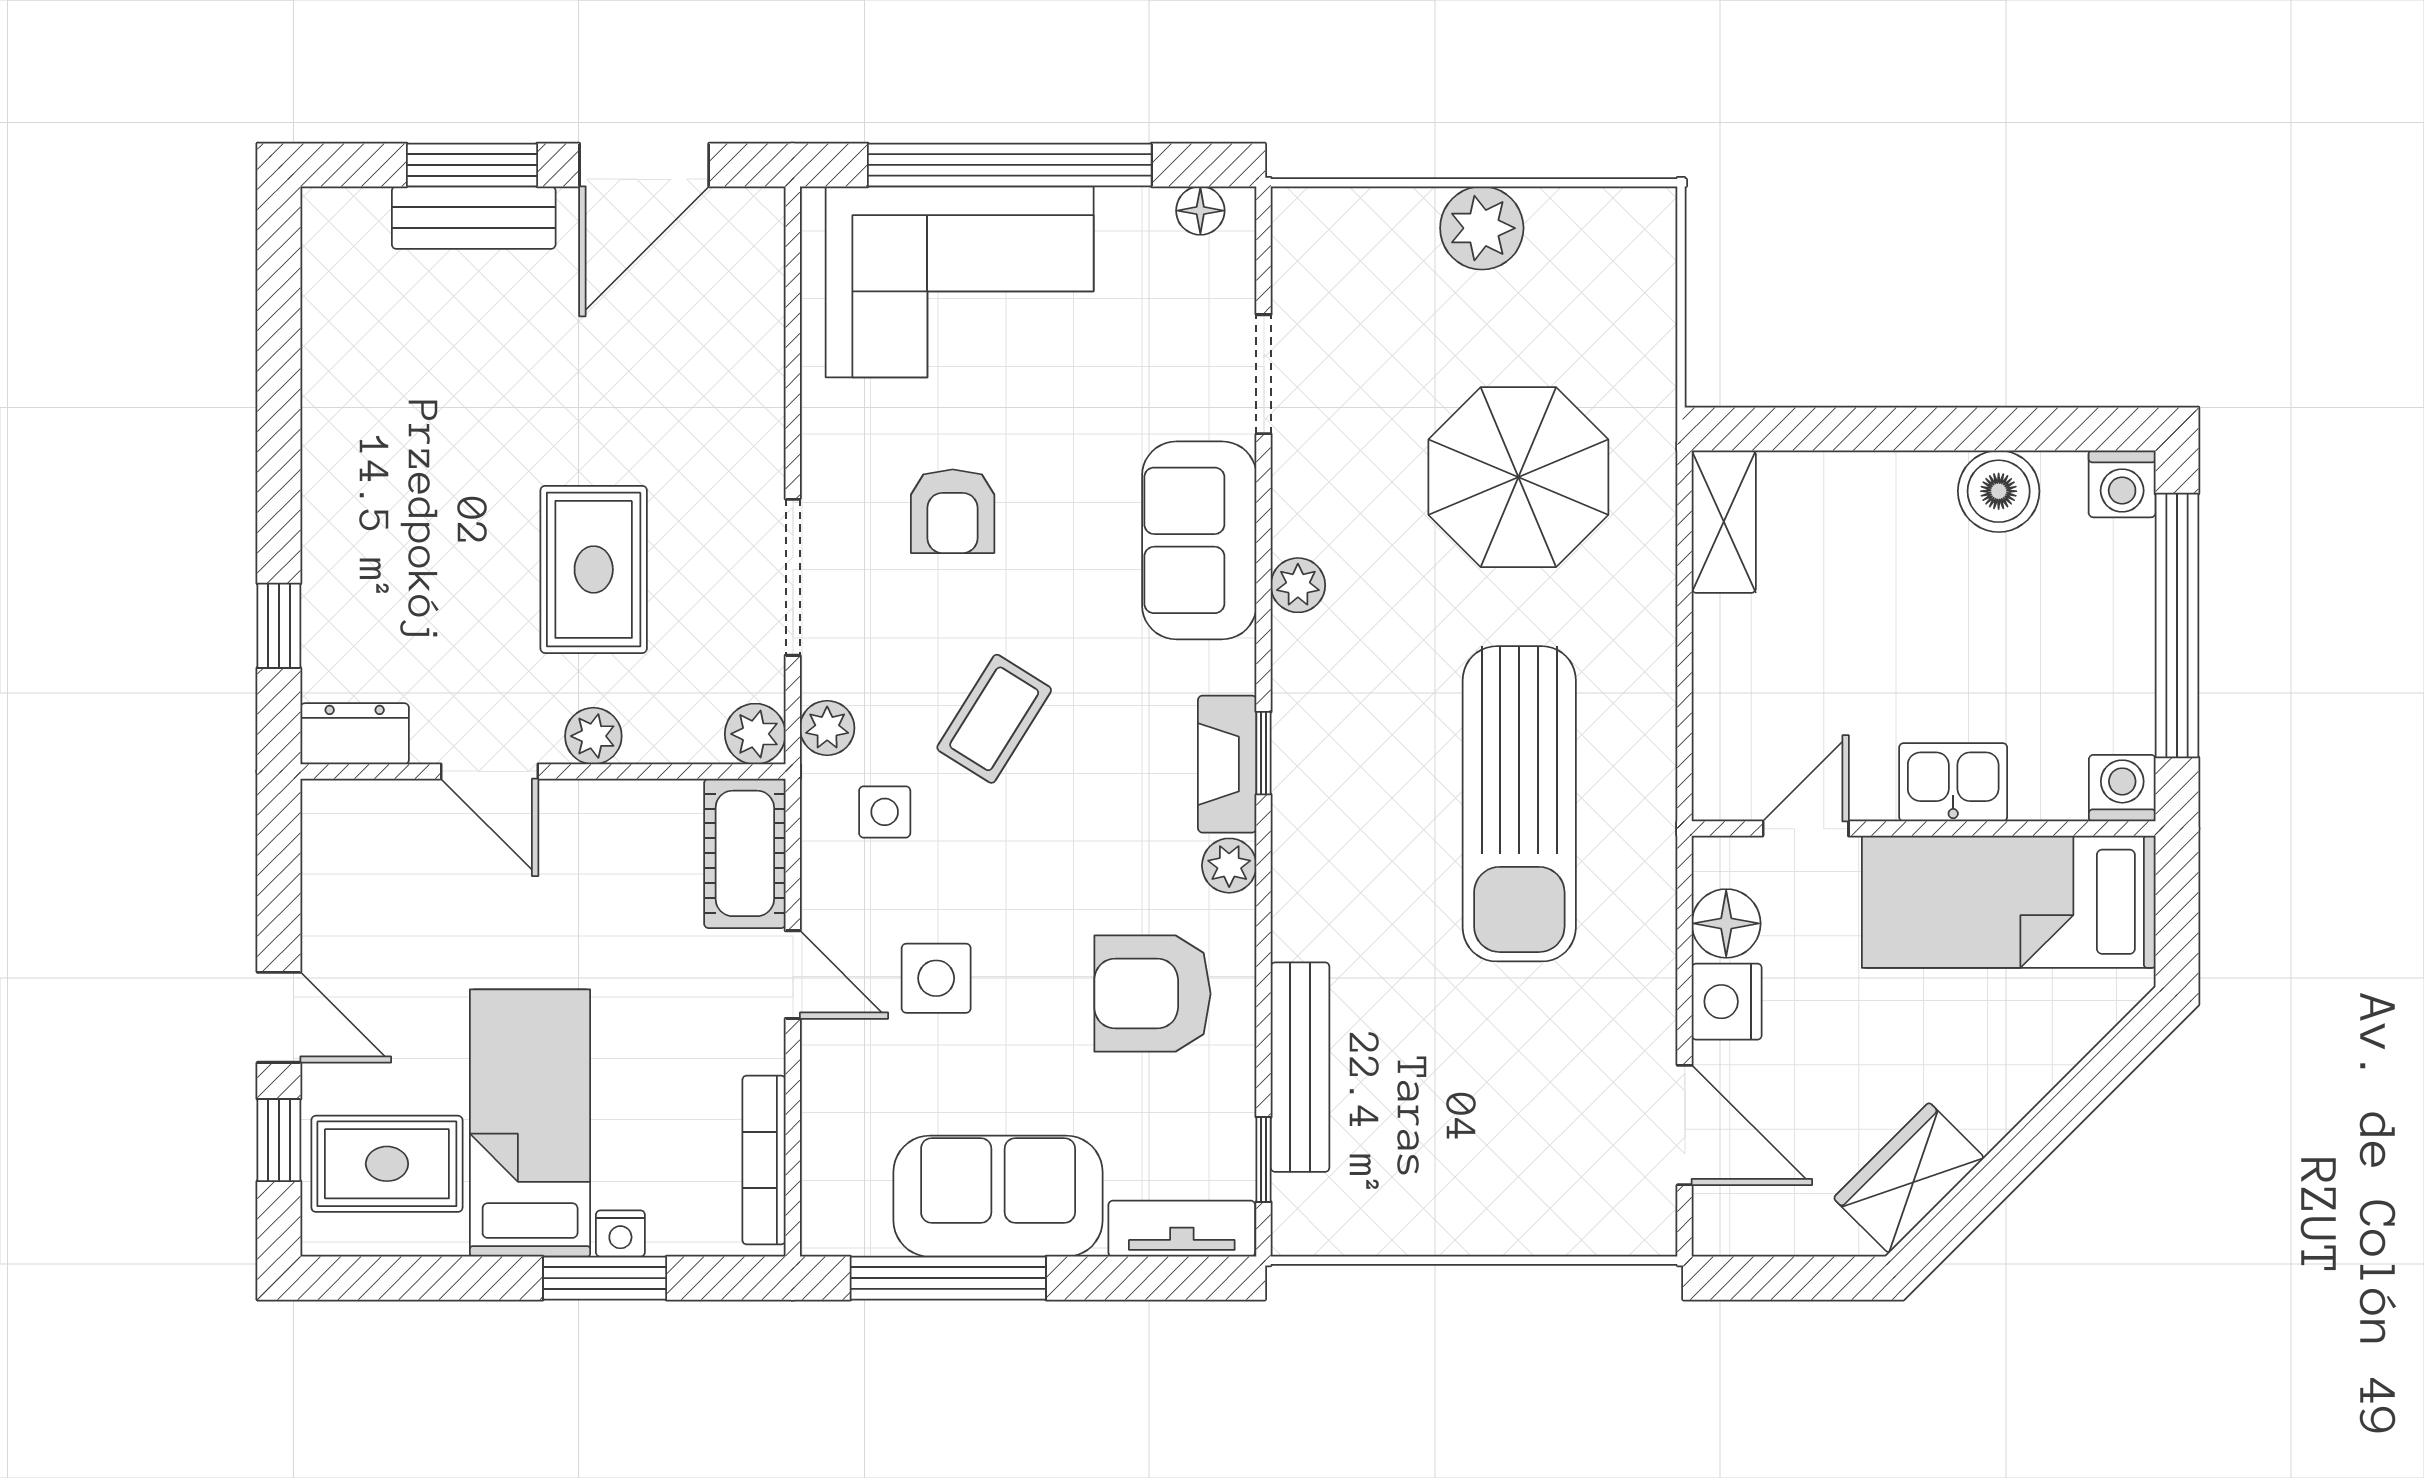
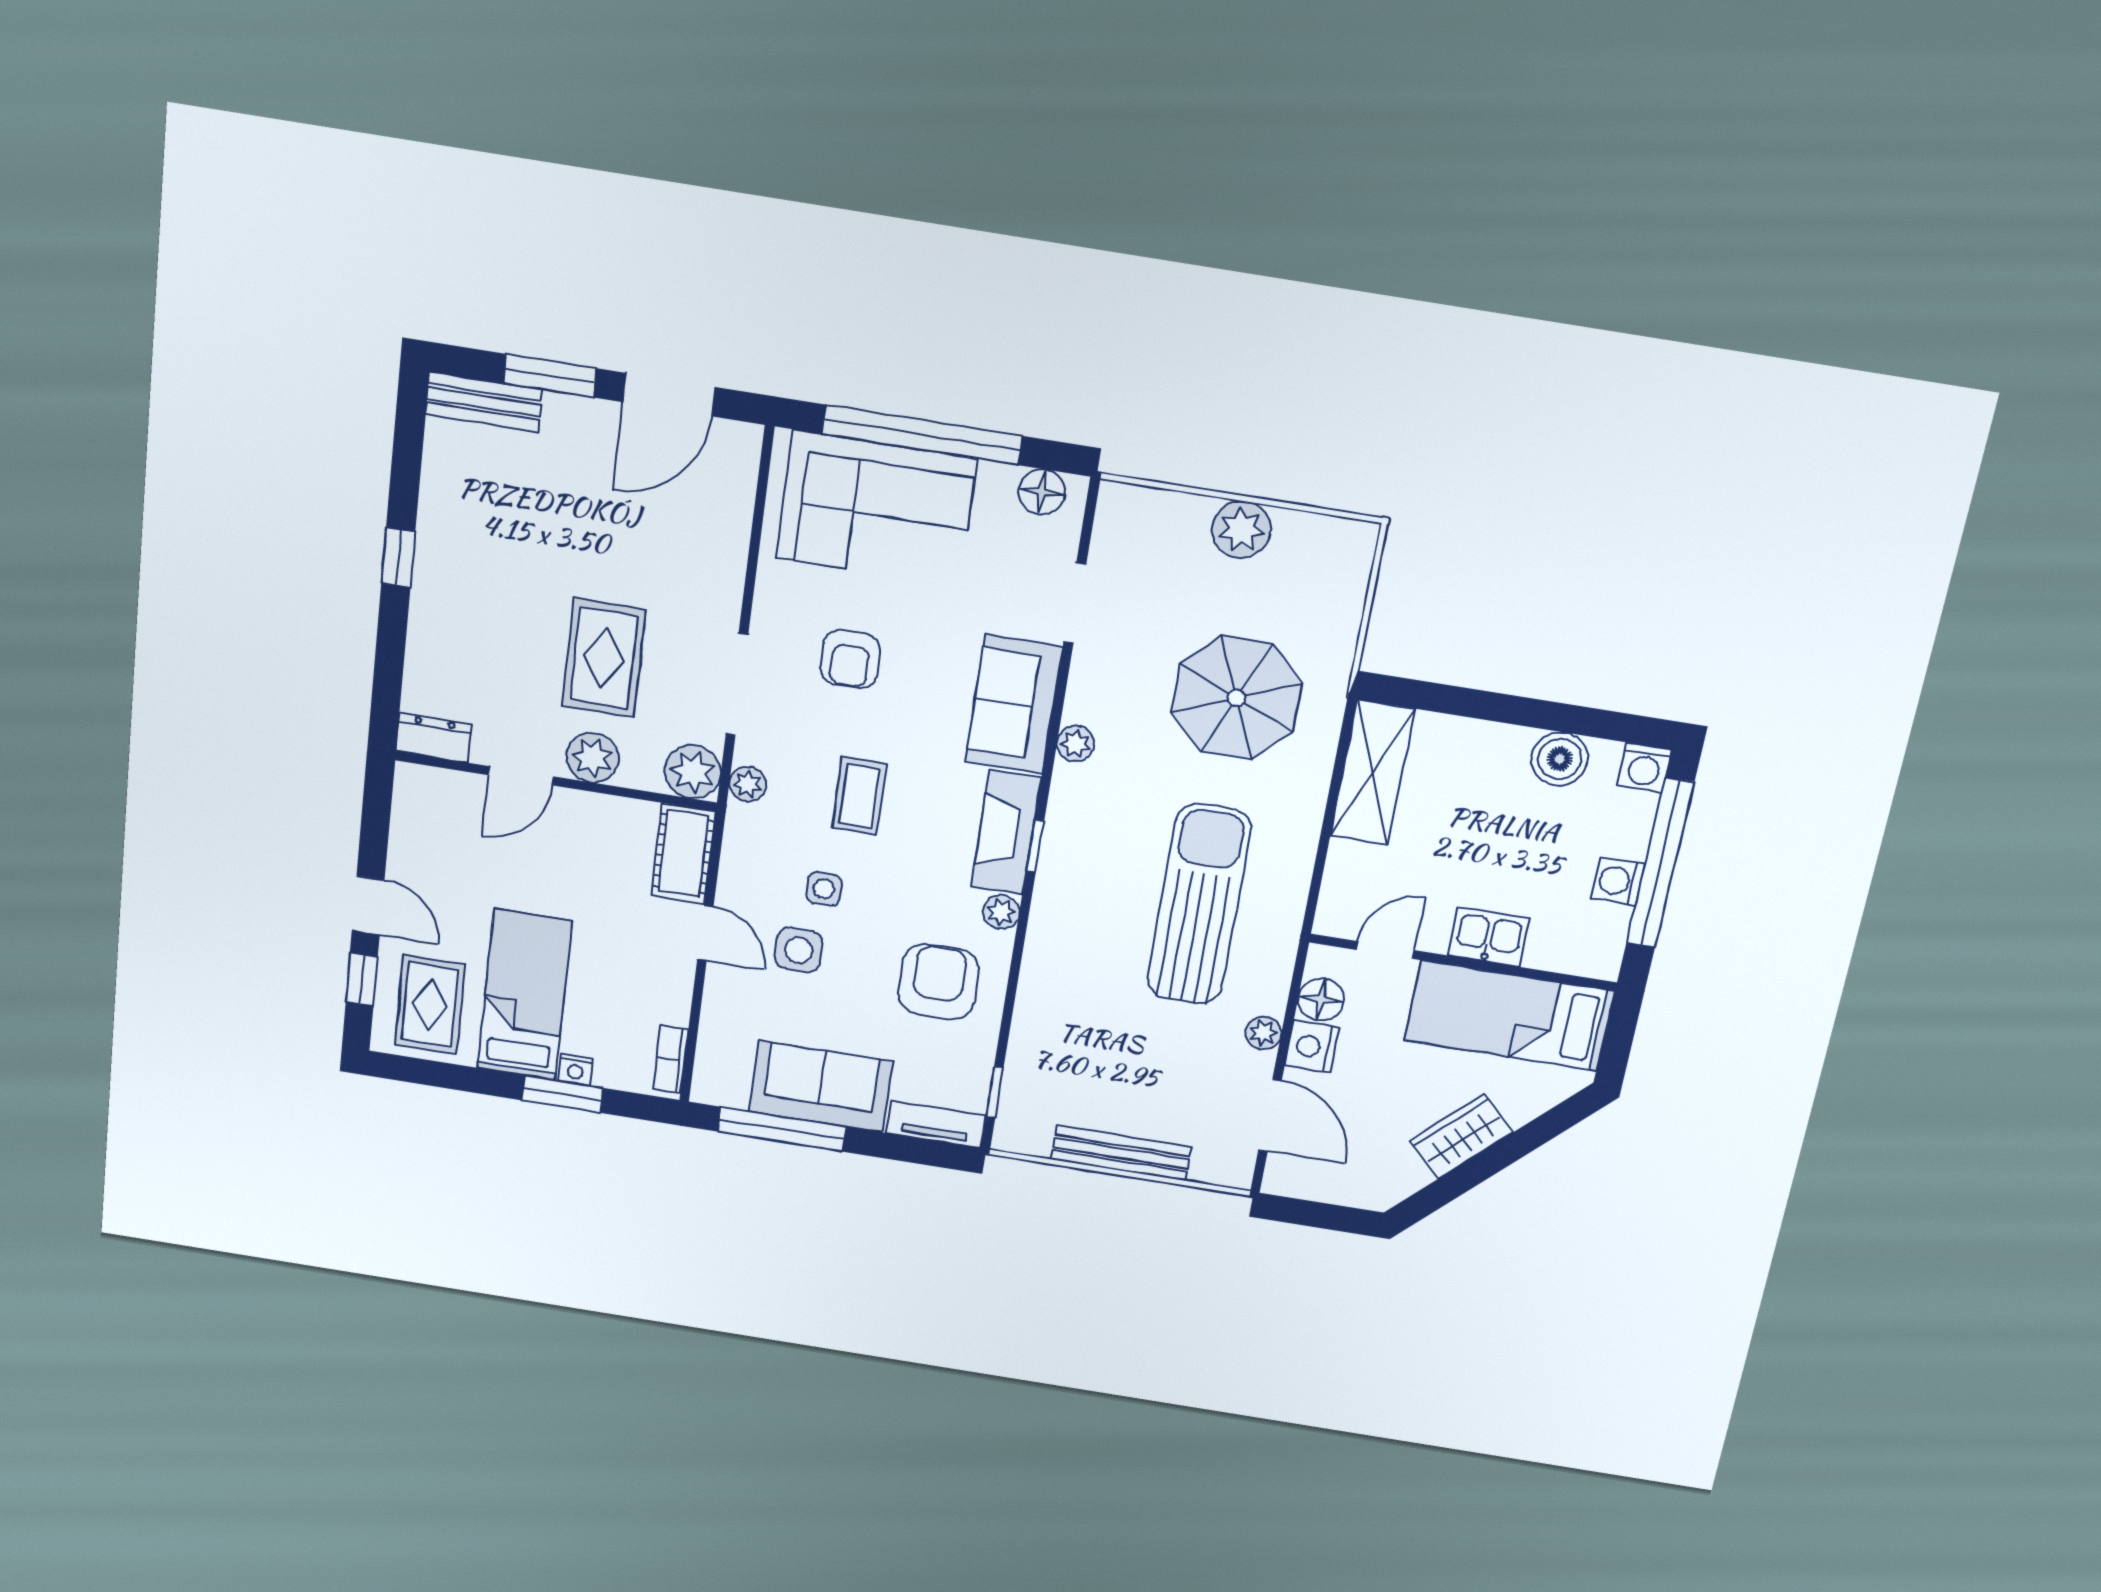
floor lamp: (1200, 211) -> (1042, 492), width x1.37, depth x1.37
bench: (474, 218) -> (484, 402), moved
shelving: (1724, 522) -> (1372, 773), width x1.50, depth x1.33
window: (279, 626) -> (398, 558), moved
coffee table: (994, 719) -> (859, 796), turned -32
plant: (755, 734) -> (693, 772), width x1.38, depth x1.38
plant: (593, 736) -> (593, 758), width x1.38, depth x1.38
fireplace: (1227, 764) -> (1006, 832), width x1.37, depth x1.32
door: (490, 771) -> (521, 776), hinge flipped
washing machine: (2122, 788) -> (1618, 881), moved, turned -90
sun lounger: (1519, 804) -> (1199, 905), turned 180
side table: (885, 812) -> (824, 889), moved
plant: (1651, 992) -> (1263, 1033), added
armchair: (1152, 994) -> (938, 982), turned 90
bench: (1300, 1067) -> (1121, 1153), moved, turned 90
bookcase: (764, 1160) -> (671, 1059), width x0.64
rug: (387, 1164) -> (430, 1005), turned 90
wardrobe: (1909, 1178) -> (1461, 1136), moved

